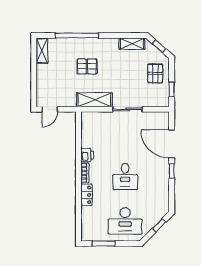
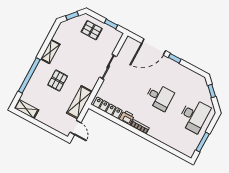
shelving: (132, 44) -> (50, 52), moved
shelving: (94, 100) -> (79, 102), moved
locker: (86, 195) -> (107, 108), moved, width x1.53

